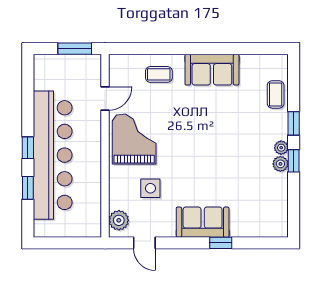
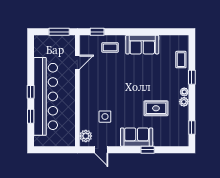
window: (138, 49) -> (97, 32), added
grand piano: (134, 139) -> (95, 87), removed
window: (294, 161) -> (192, 127), moved
rug: (234, 175) -> (156, 108), added

